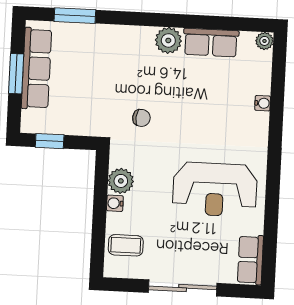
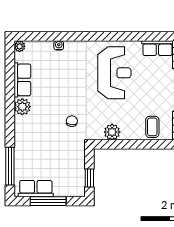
window: (75, 16) -> (10, 166), width x1.44
row of seats: (36, 68) -> (36, 189), width x0.68
window: (16, 74) -> (48, 201), width x1.44
water cooler: (115, 203) -> (126, 135), removed

